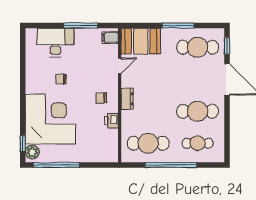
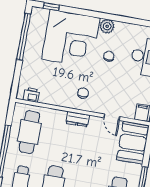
printer: (112, 121) -> (31, 95), moved
plant: (32, 152) -> (107, 26), moved

